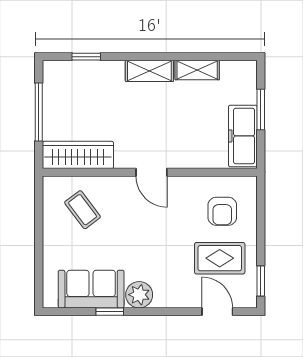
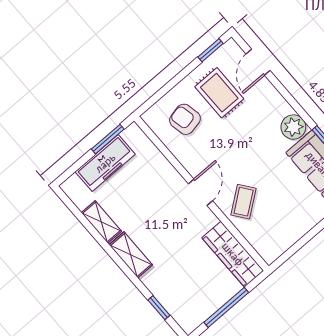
window: (261, 109) -> (108, 139), moved
freezer: (243, 136) -> (105, 163), moved
coffee table: (83, 210) -> (244, 202), moved
armchair: (222, 211) -> (185, 119), turned -102

